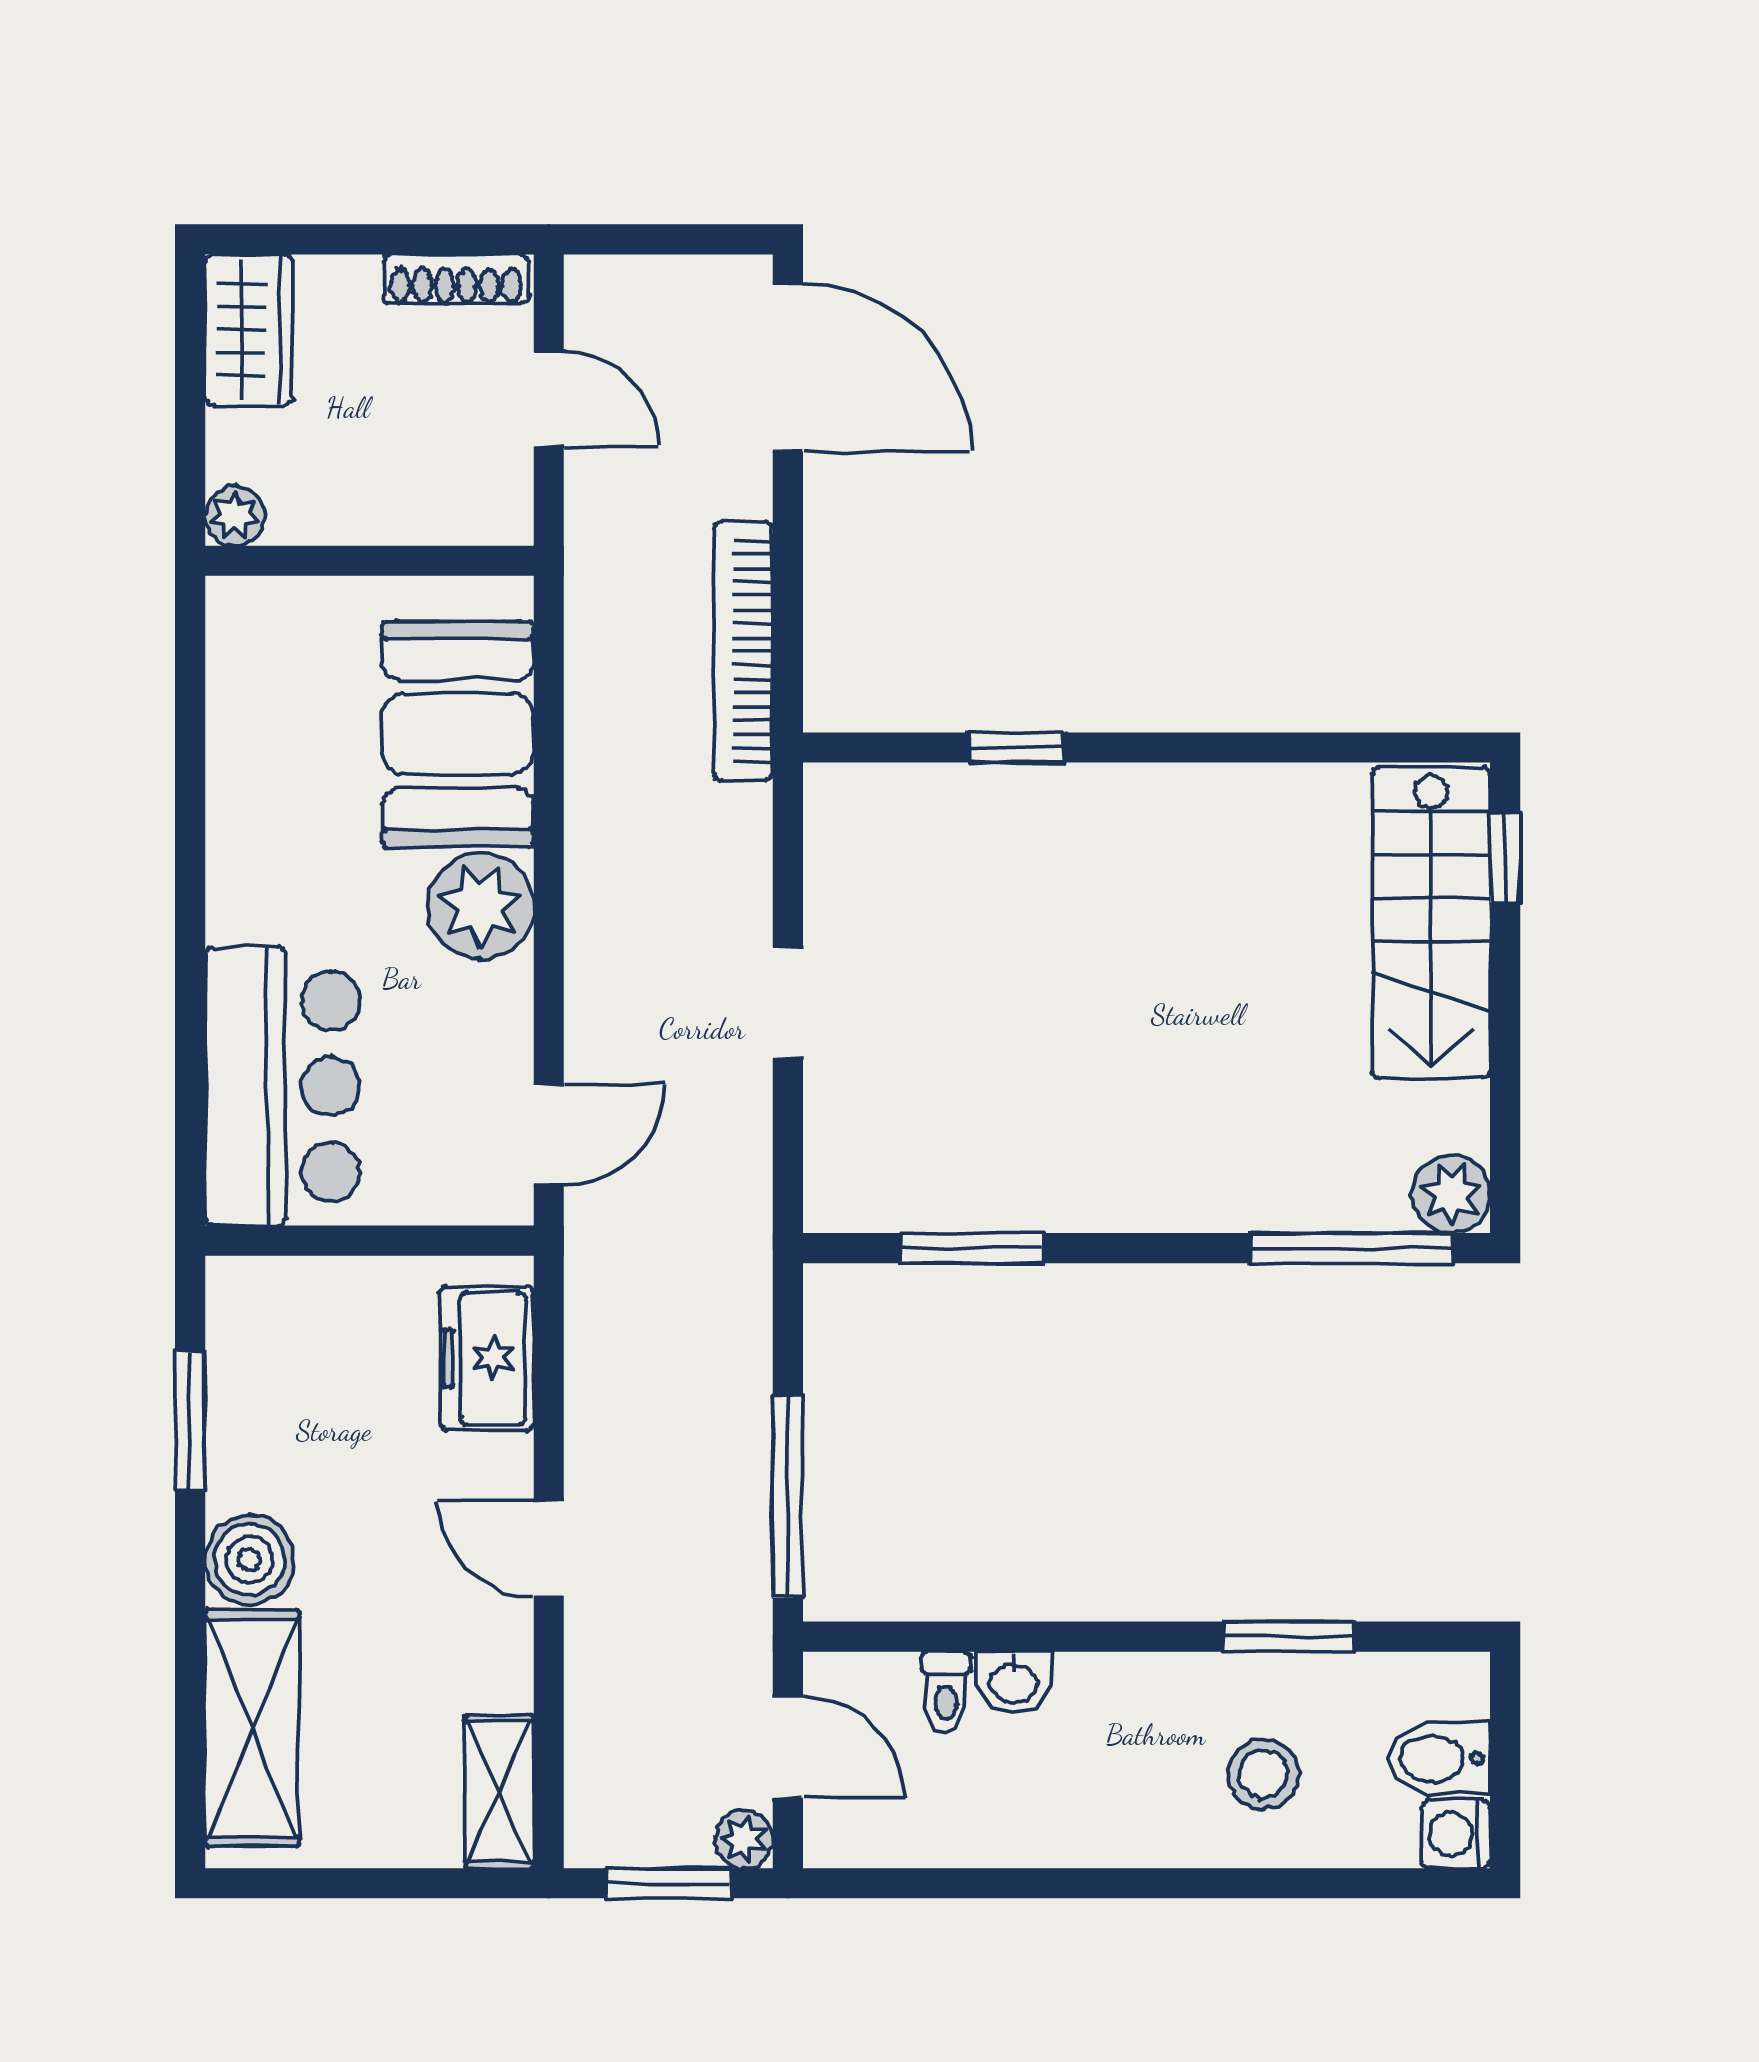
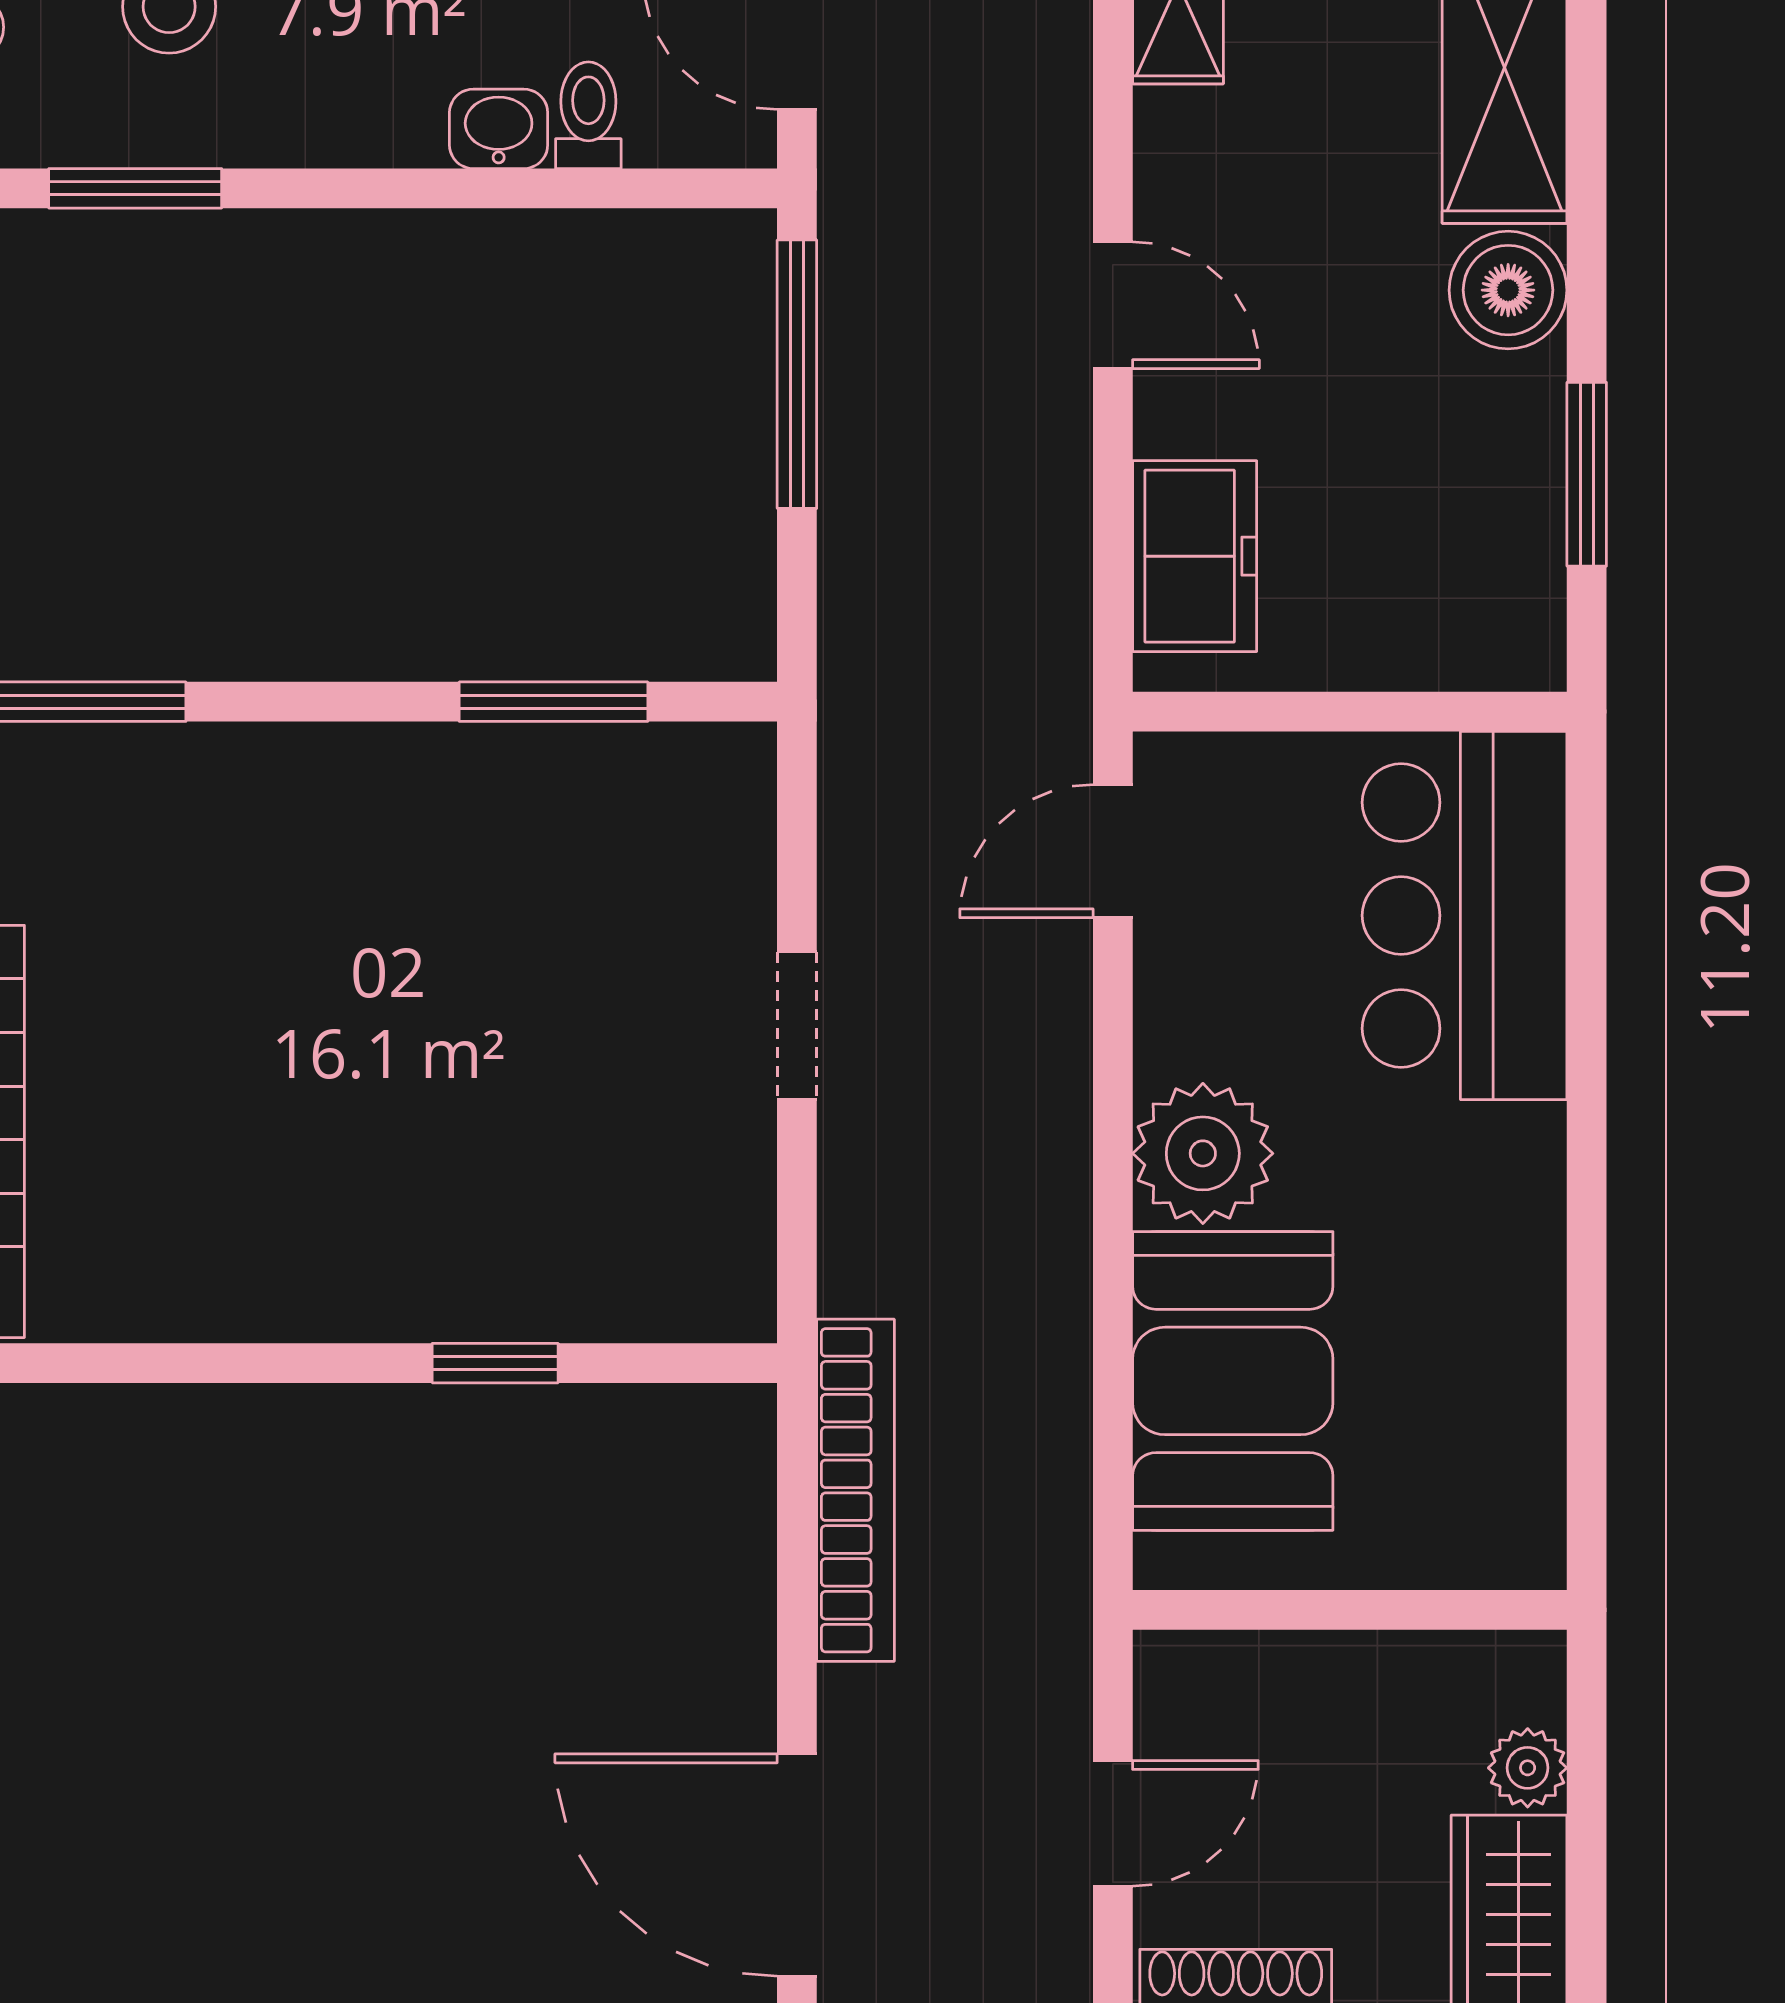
door: (549, 399) -> (1113, 1823), swing flipped
plant: (235, 516) -> (1528, 1768), moved

